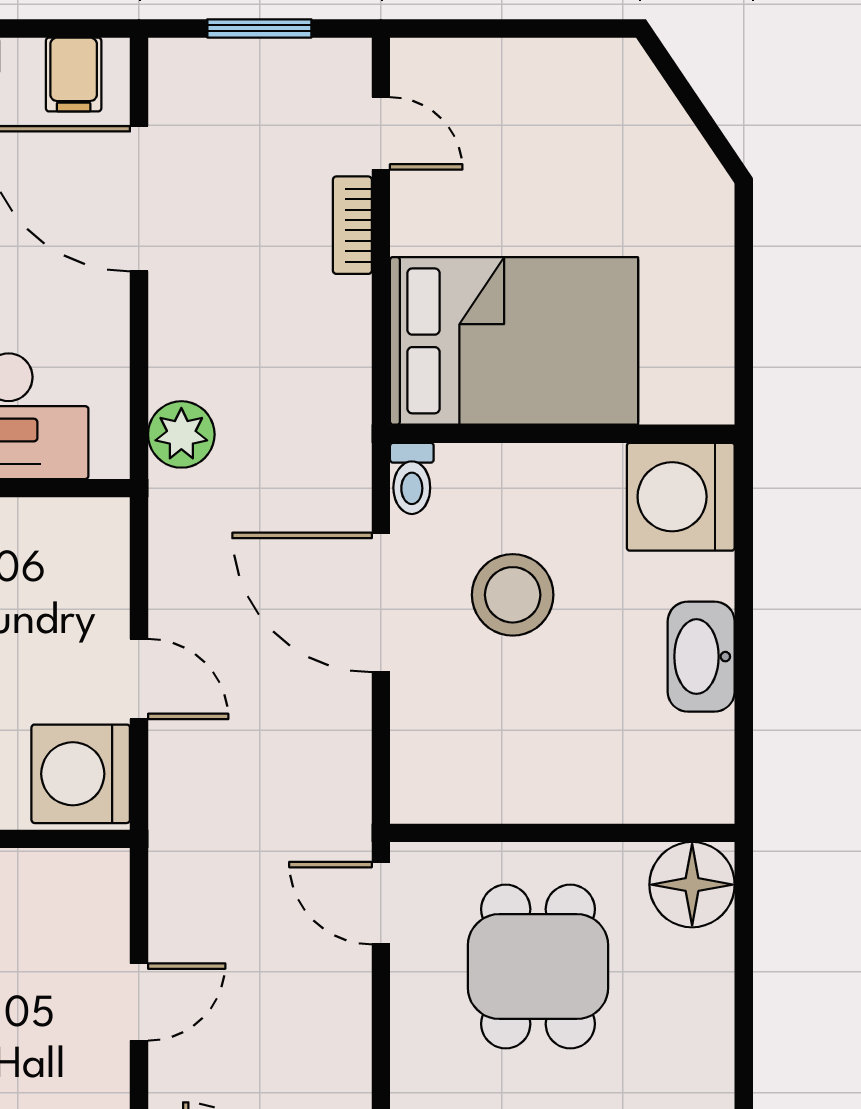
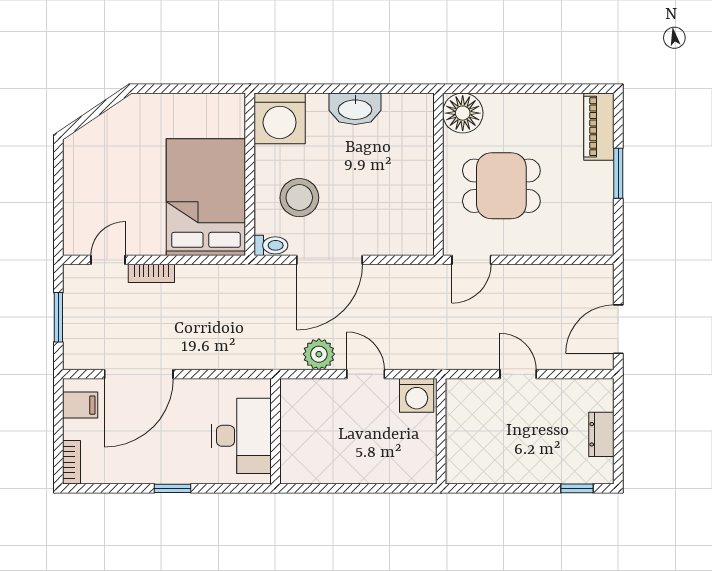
plant: (181, 434) -> (319, 354), moved
stool: (513, 595) -> (299, 198), moved
door: (139, 679) -> (366, 374), hinge flipped
washing machine: (81, 774) -> (417, 395), width x0.73, depth x0.73

